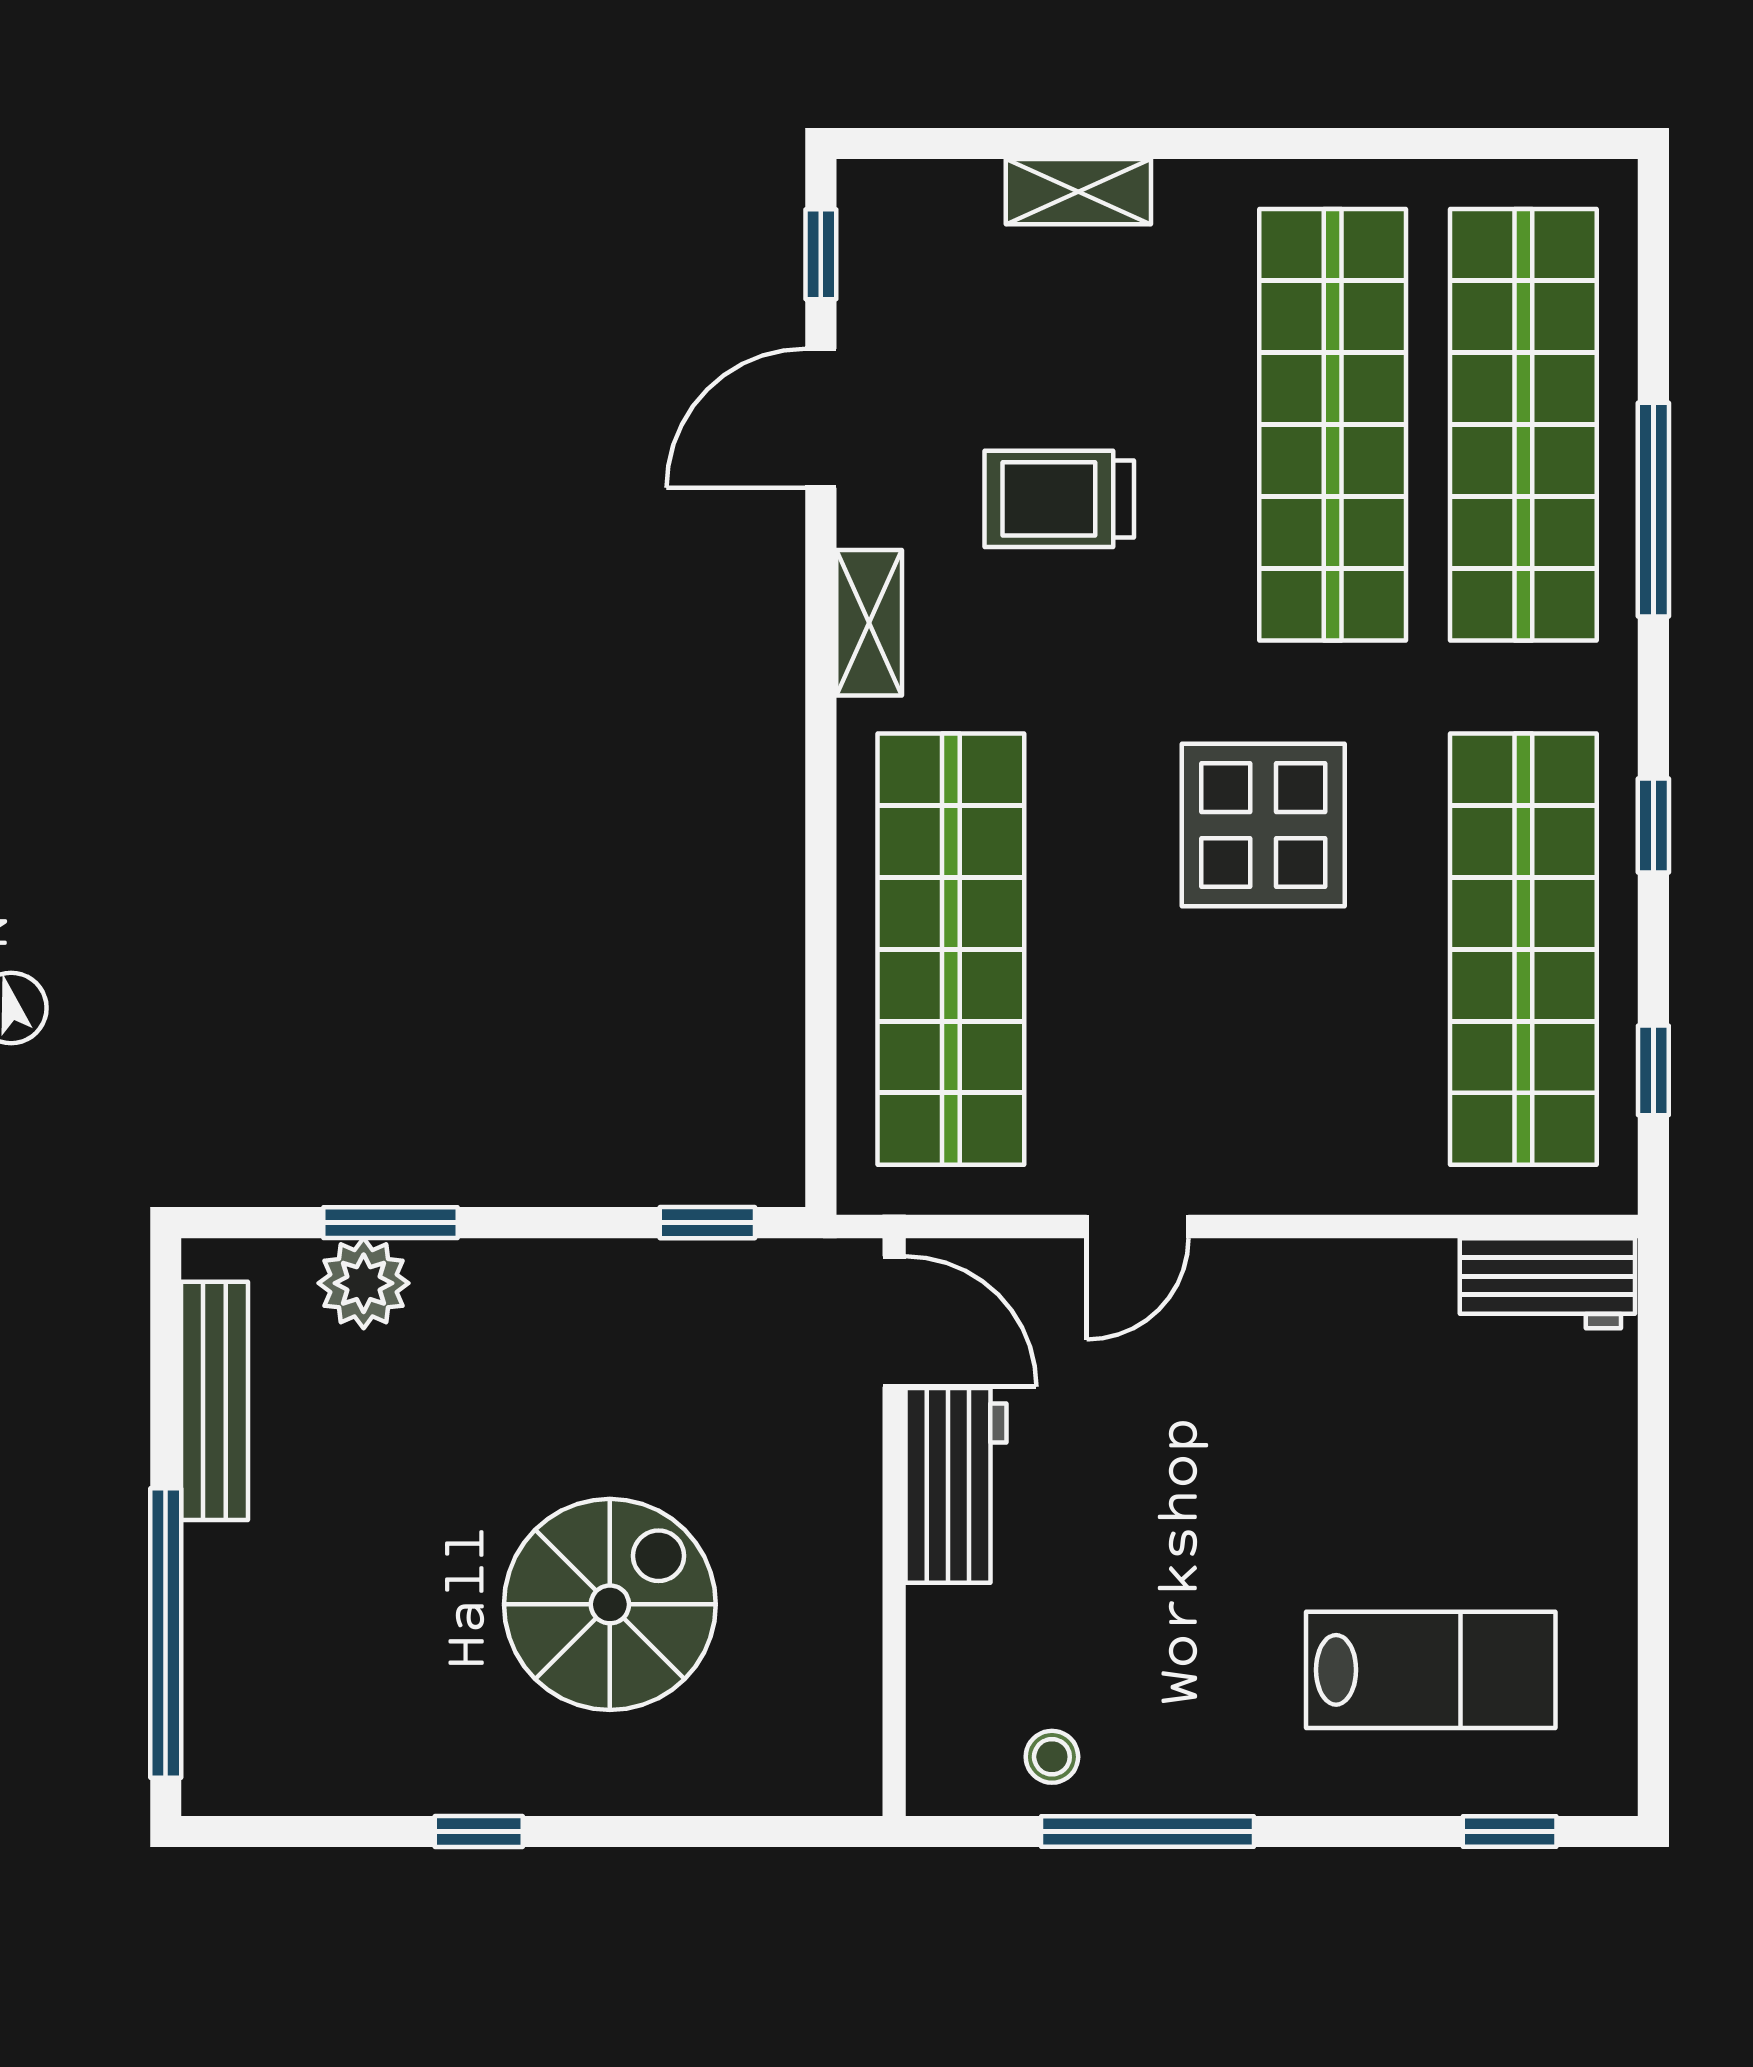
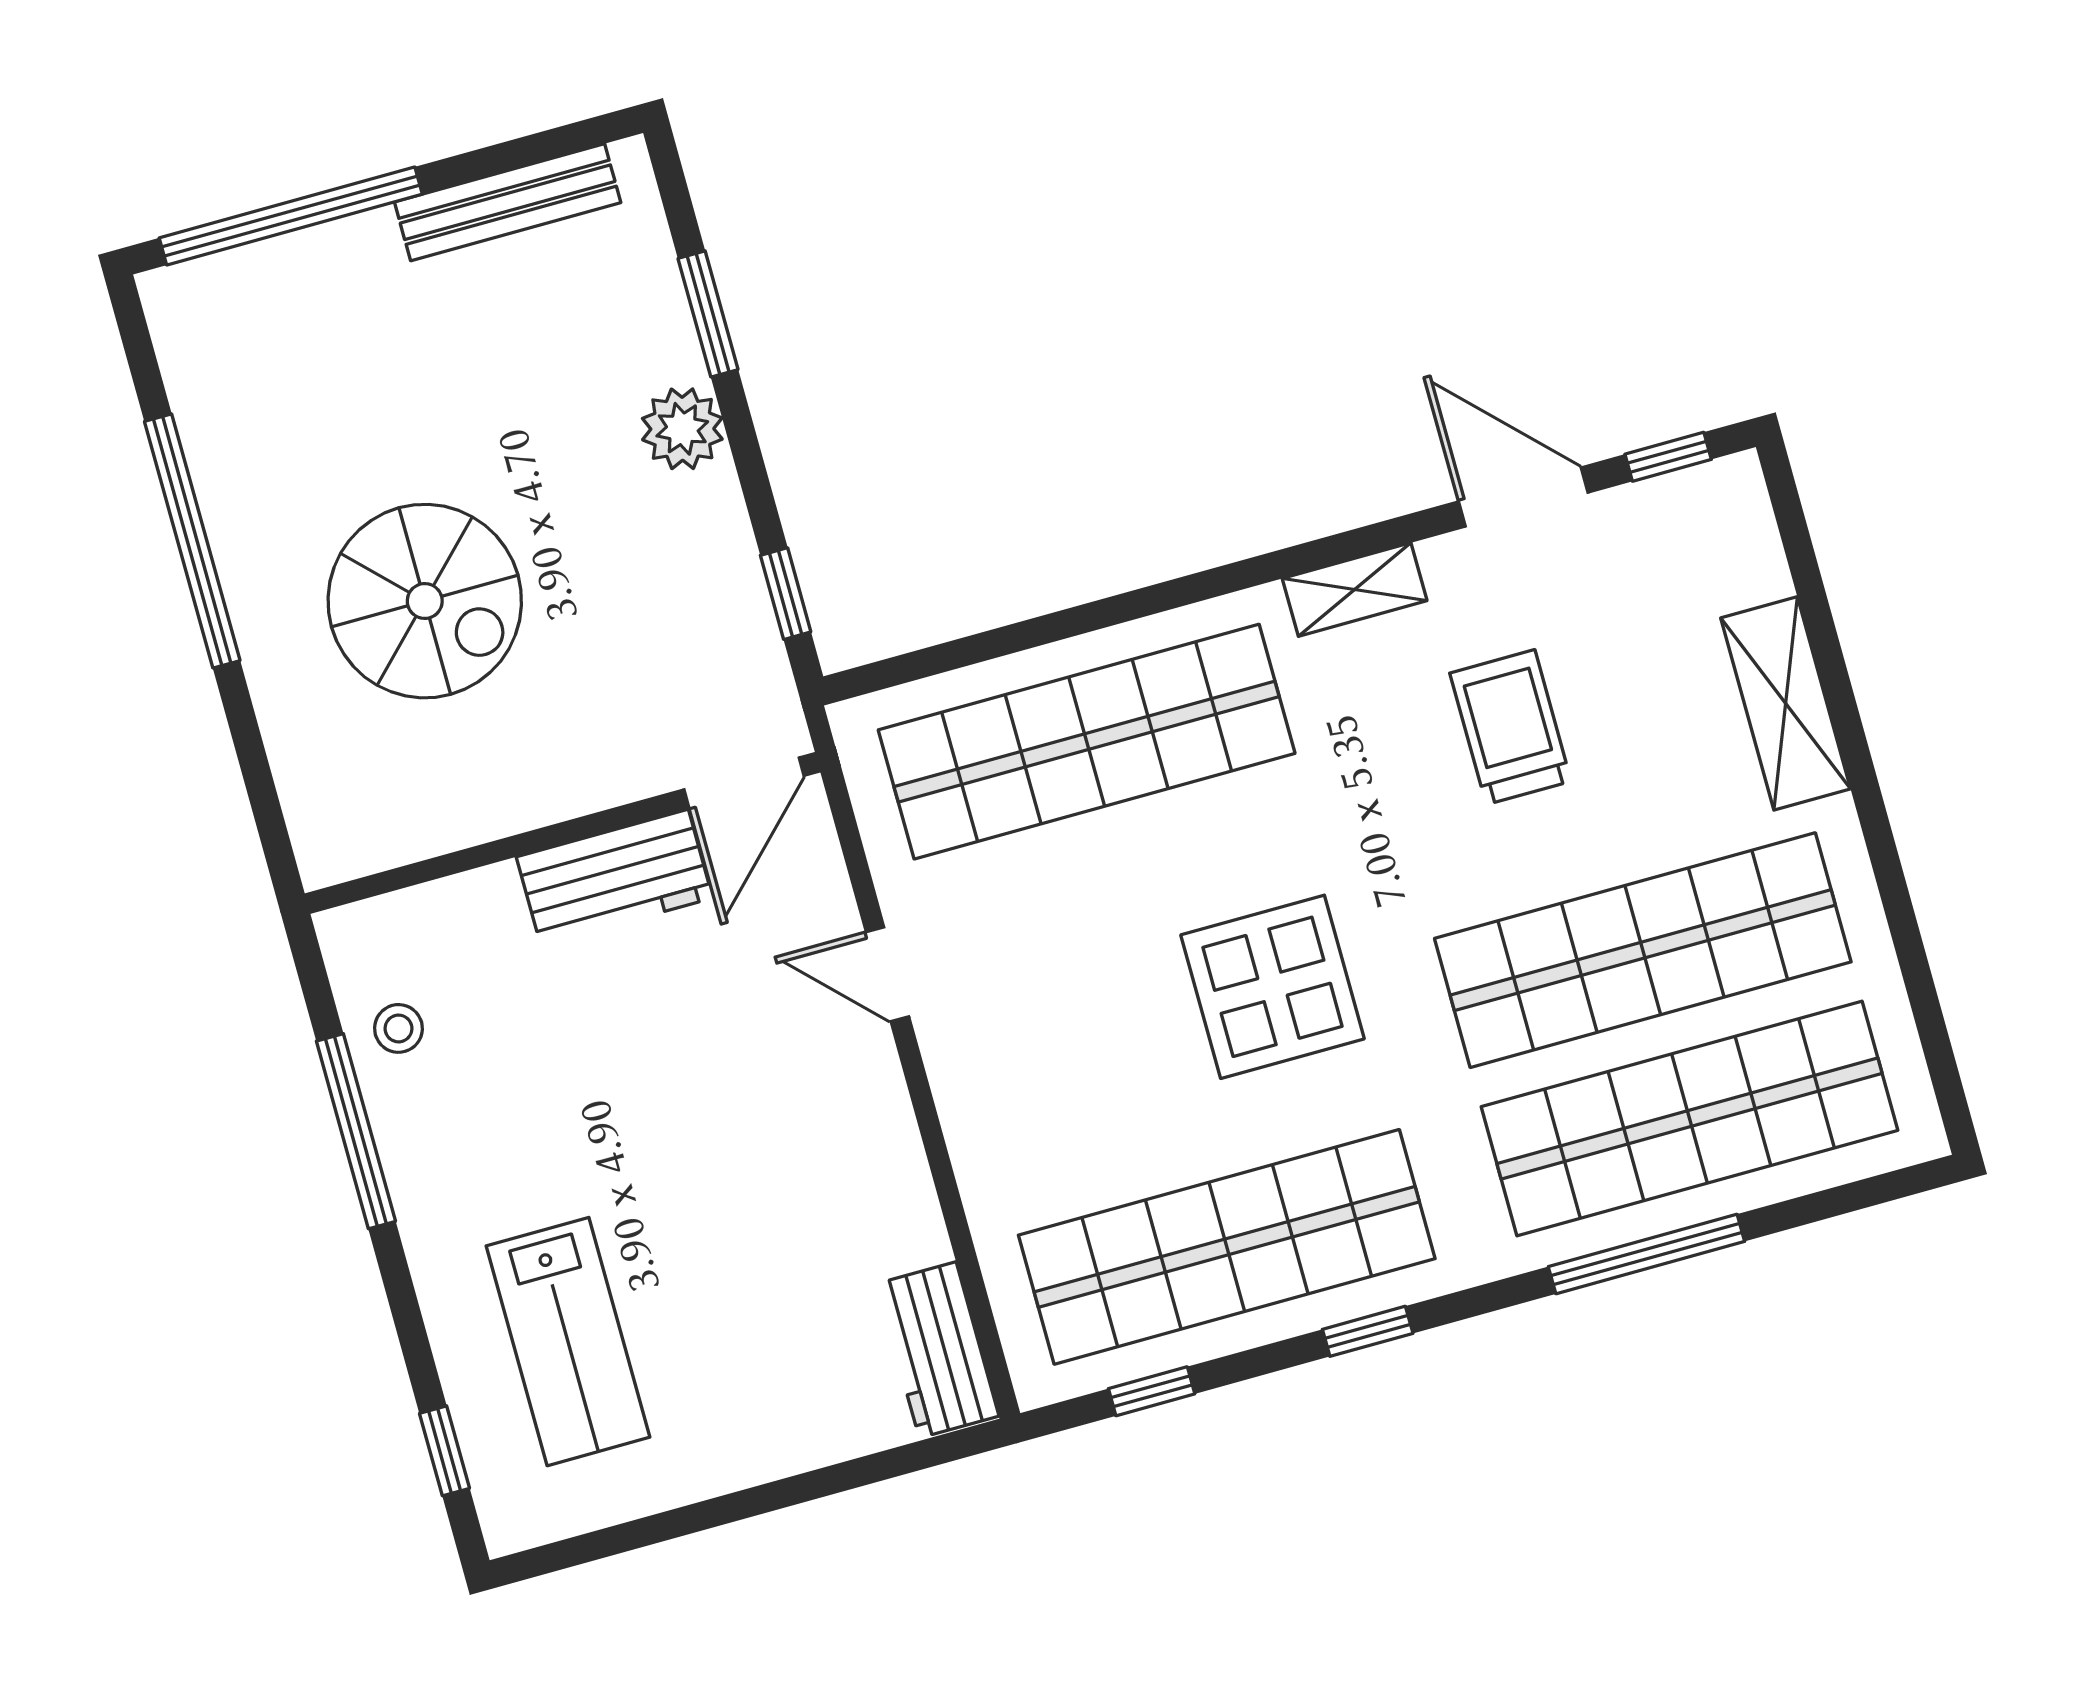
shelving: (1078, 192) -> (1786, 703), width x1.50, depth x1.33
plant: (364, 1283) -> (682, 429), moved
window: (479, 1832) -> (192, 541), width x3.17

